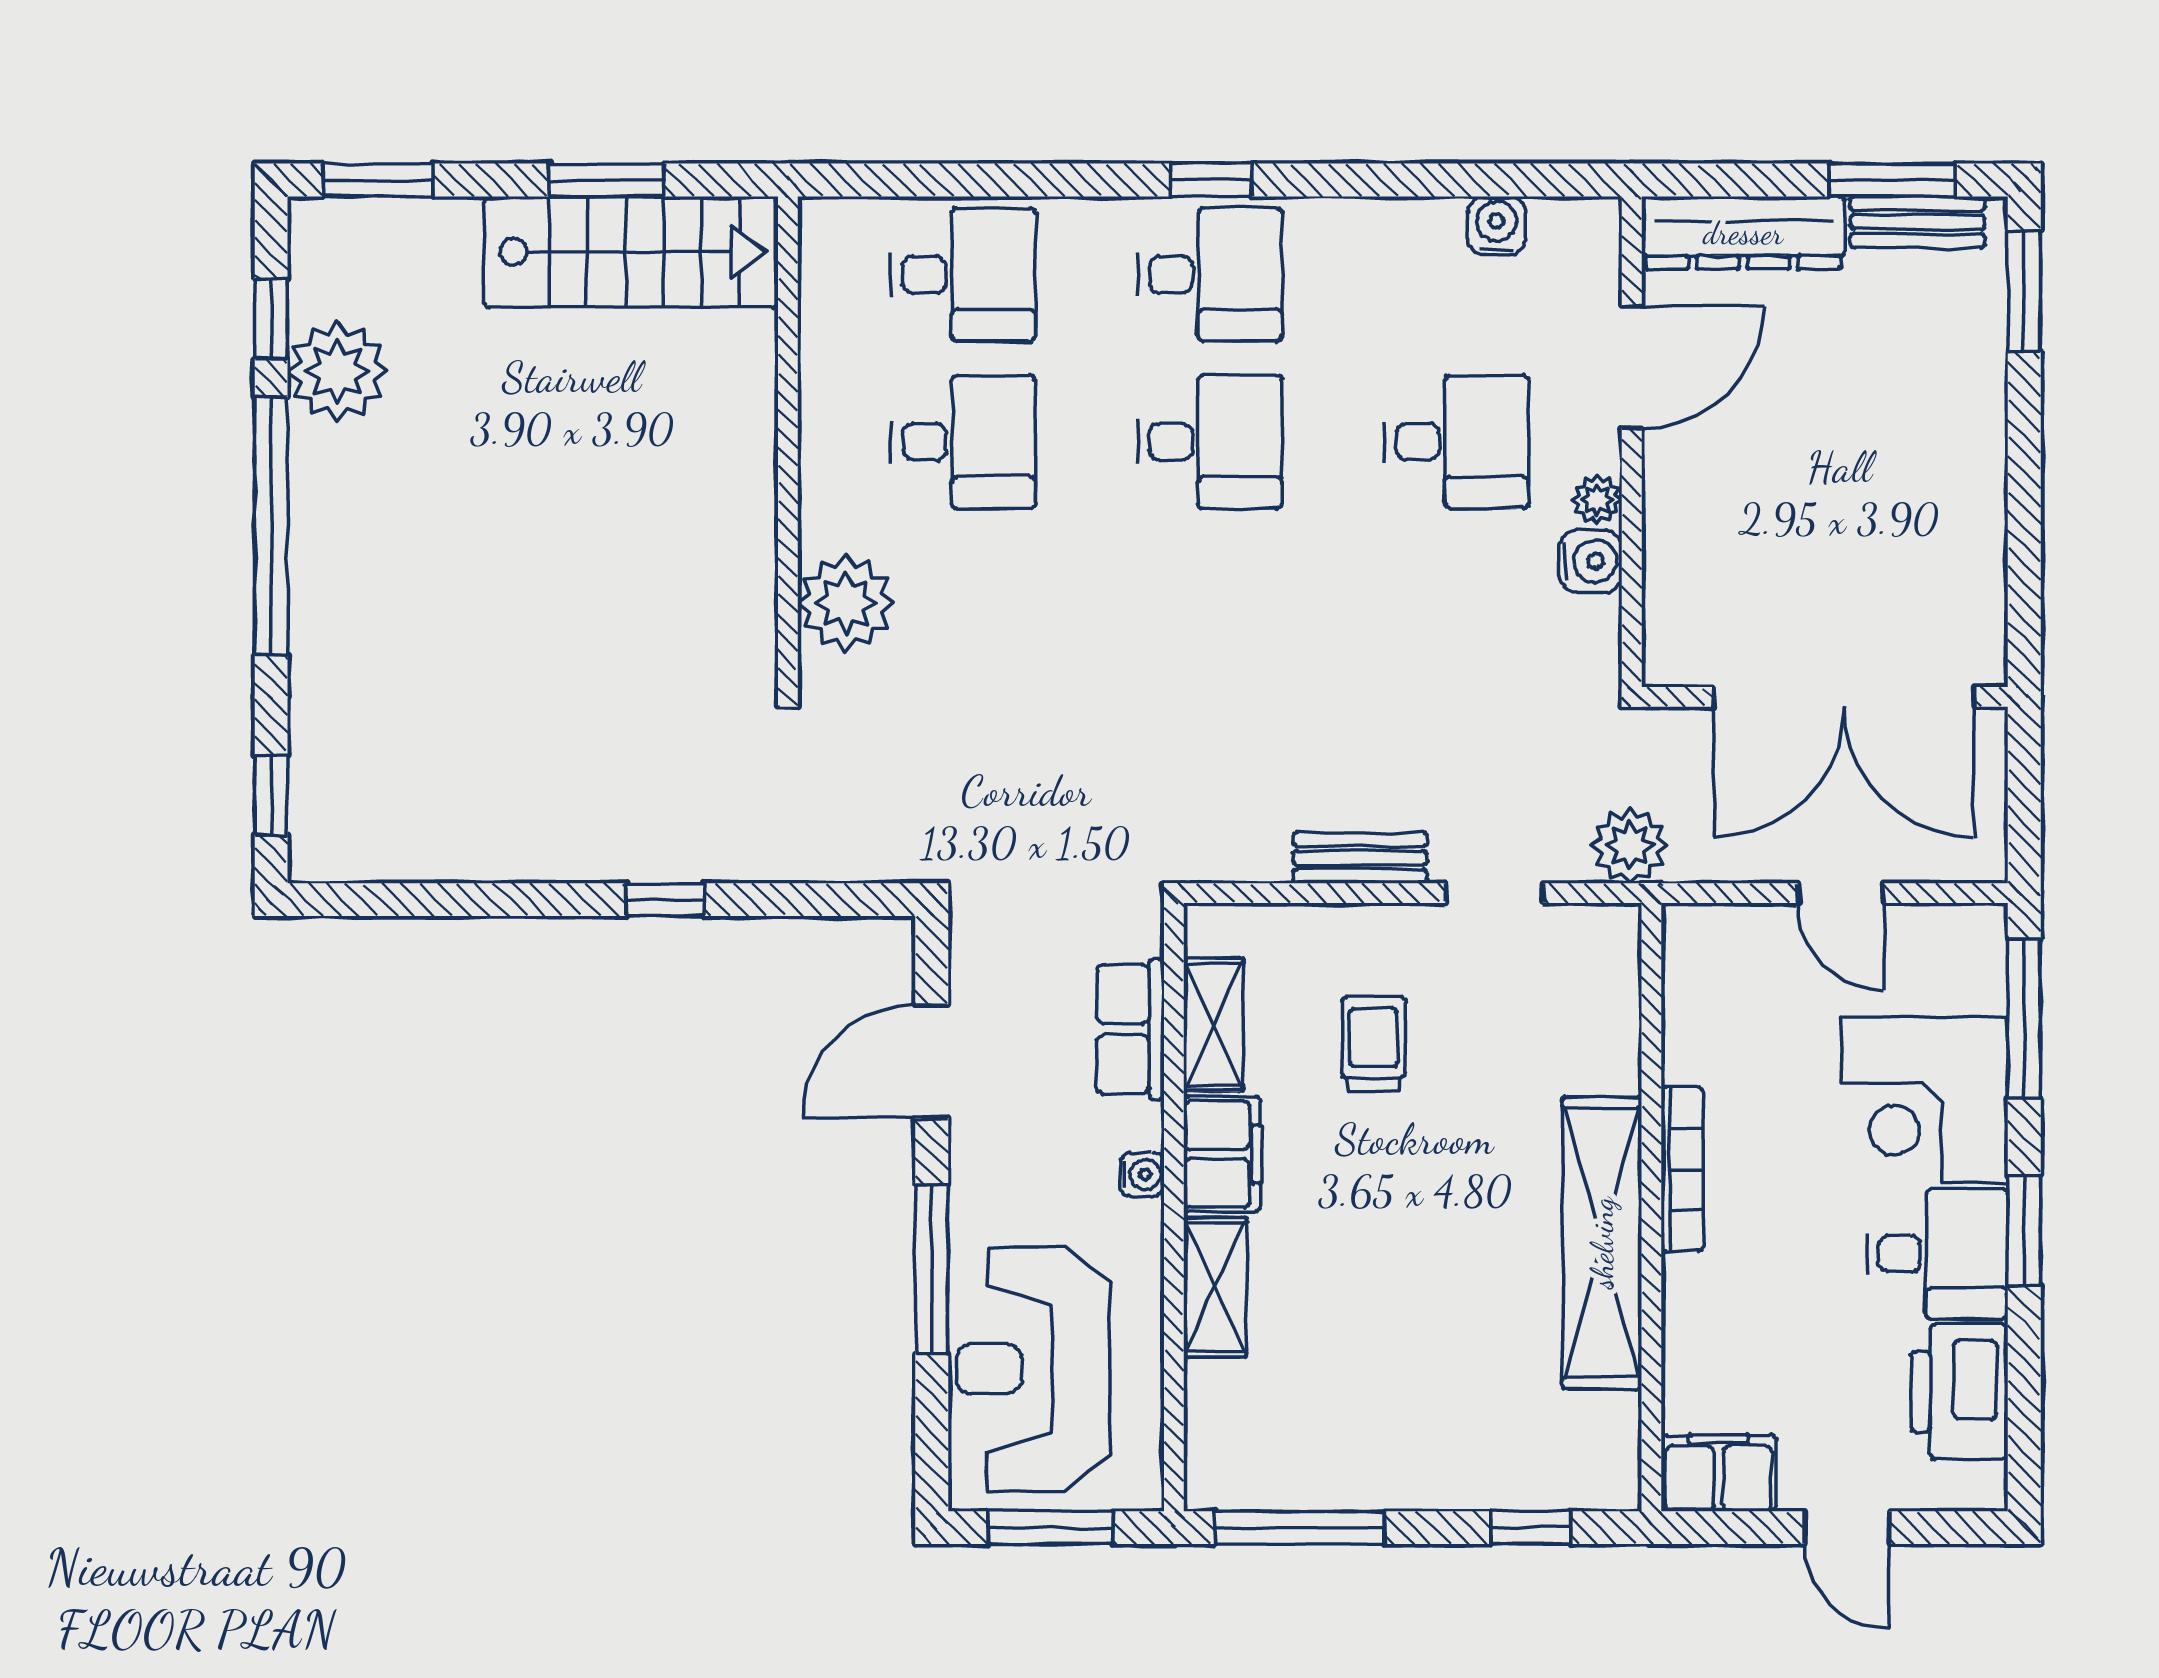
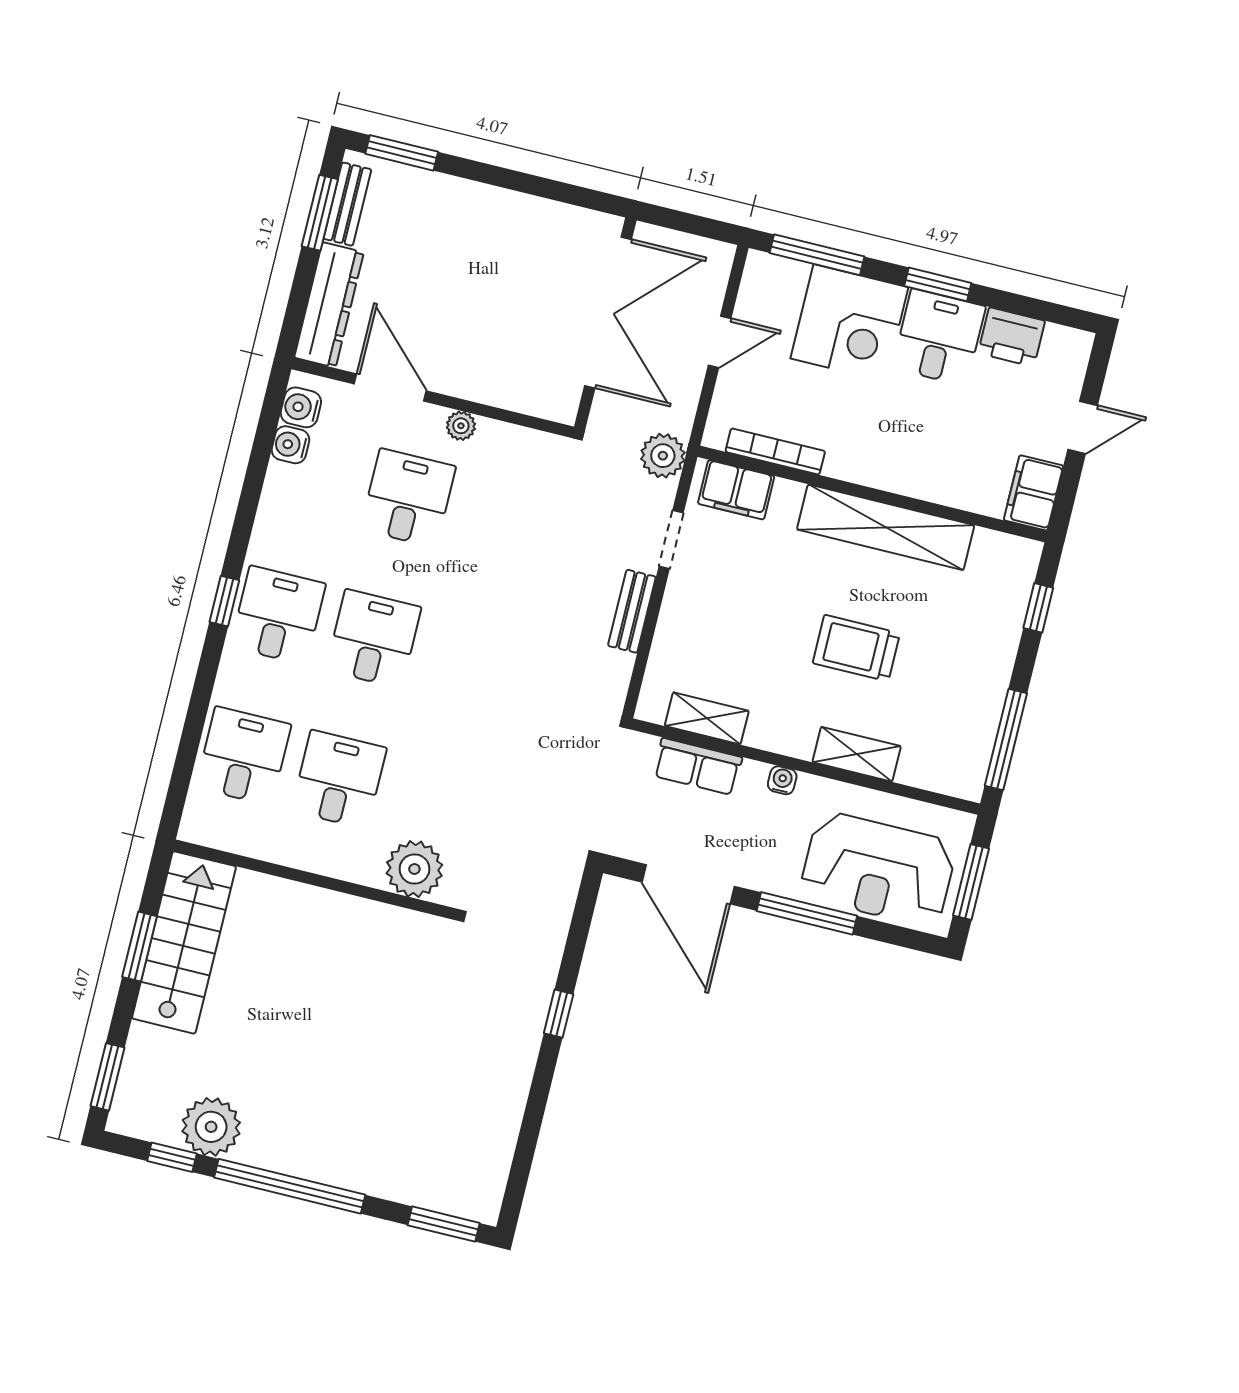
water cooler: (1590, 561) -> (301, 407), moved, turned -90
window: (271, 795) -> (444, 1224), width x1.50
trolley: (1374, 1044) -> (856, 648), moved, width x1.36, depth x1.39
door: (932, 1061) -> (688, 884), width x1.36
filing cabinet: (1222, 1154) -> (736, 490), moved, turned 180
bookcase: (1682, 1169) -> (775, 451), moved
printer: (1959, 1392) -> (1011, 337), width x0.73, depth x0.84

